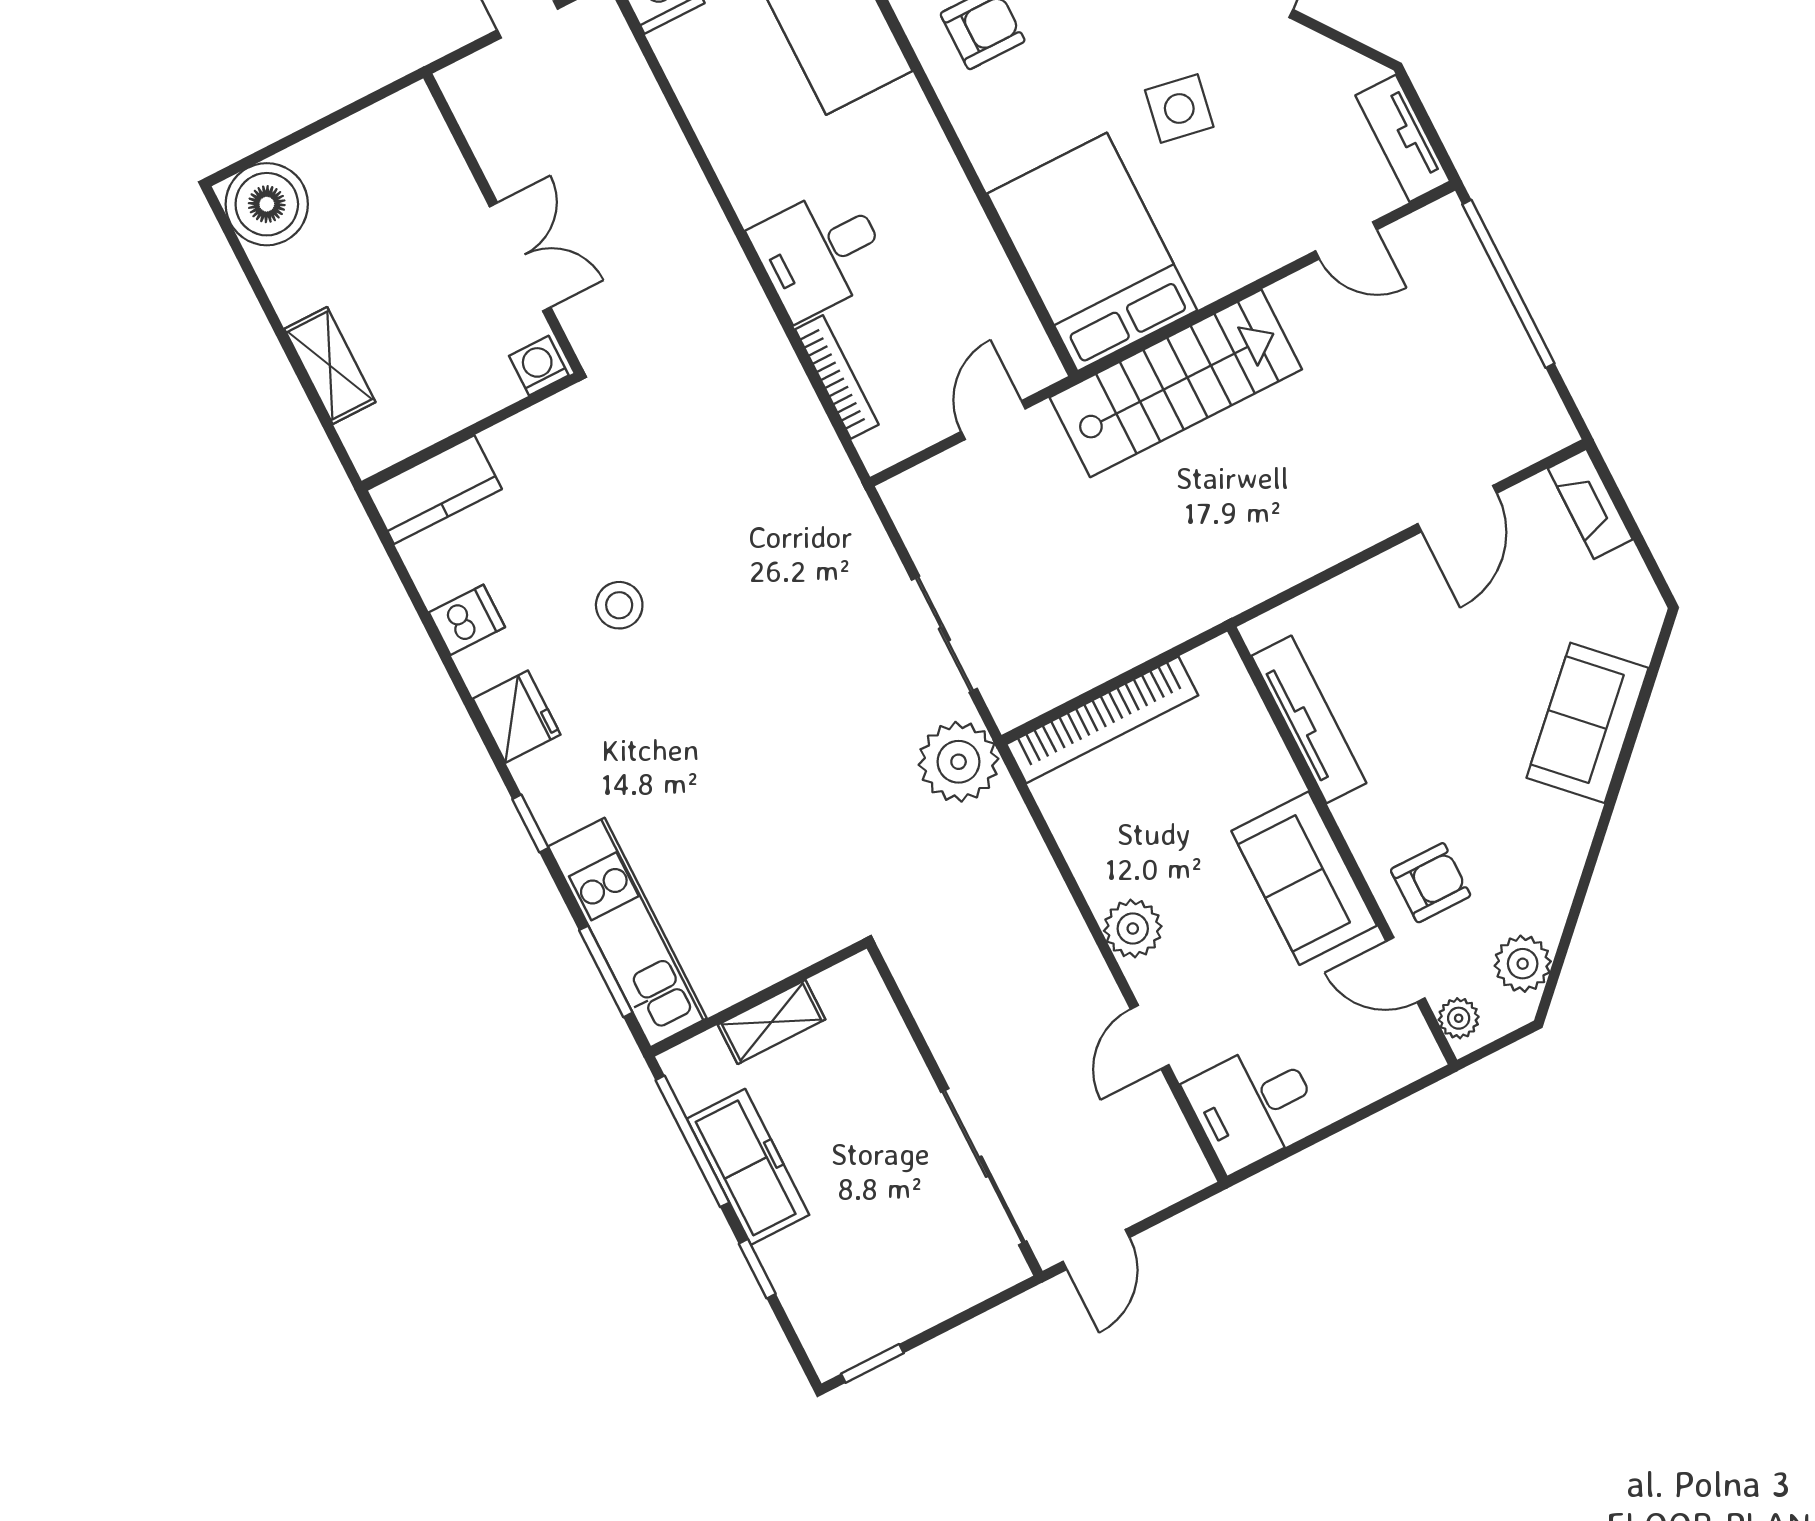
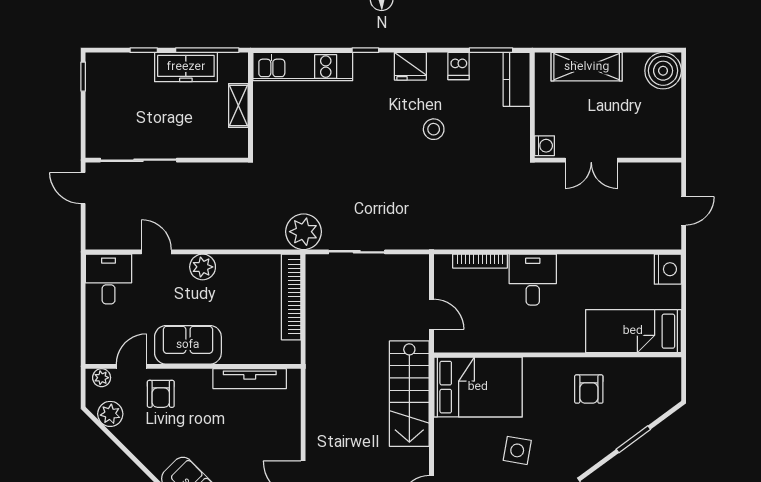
shelving: (330, 365) -> (587, 67), width x1.50, depth x1.33
window: (606, 971) -> (491, 50), moved

